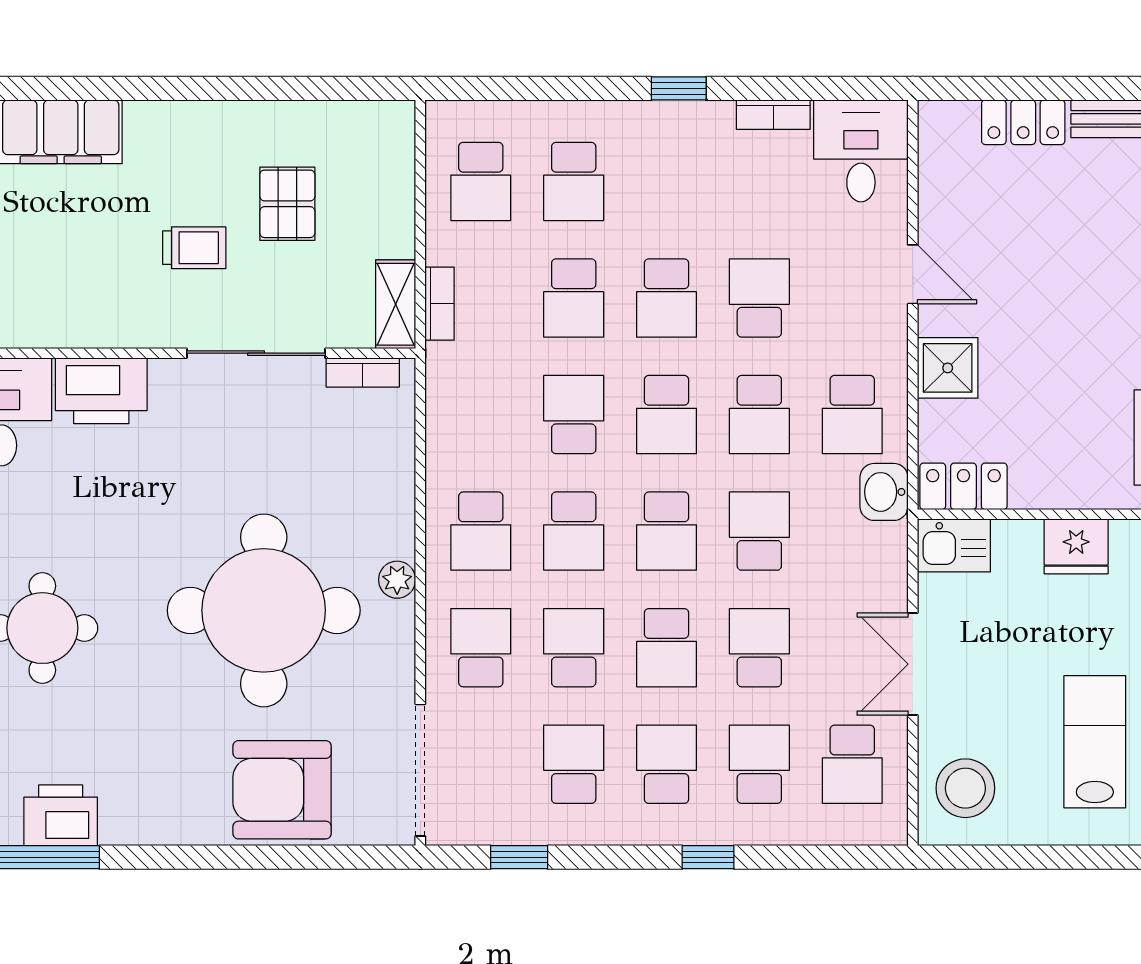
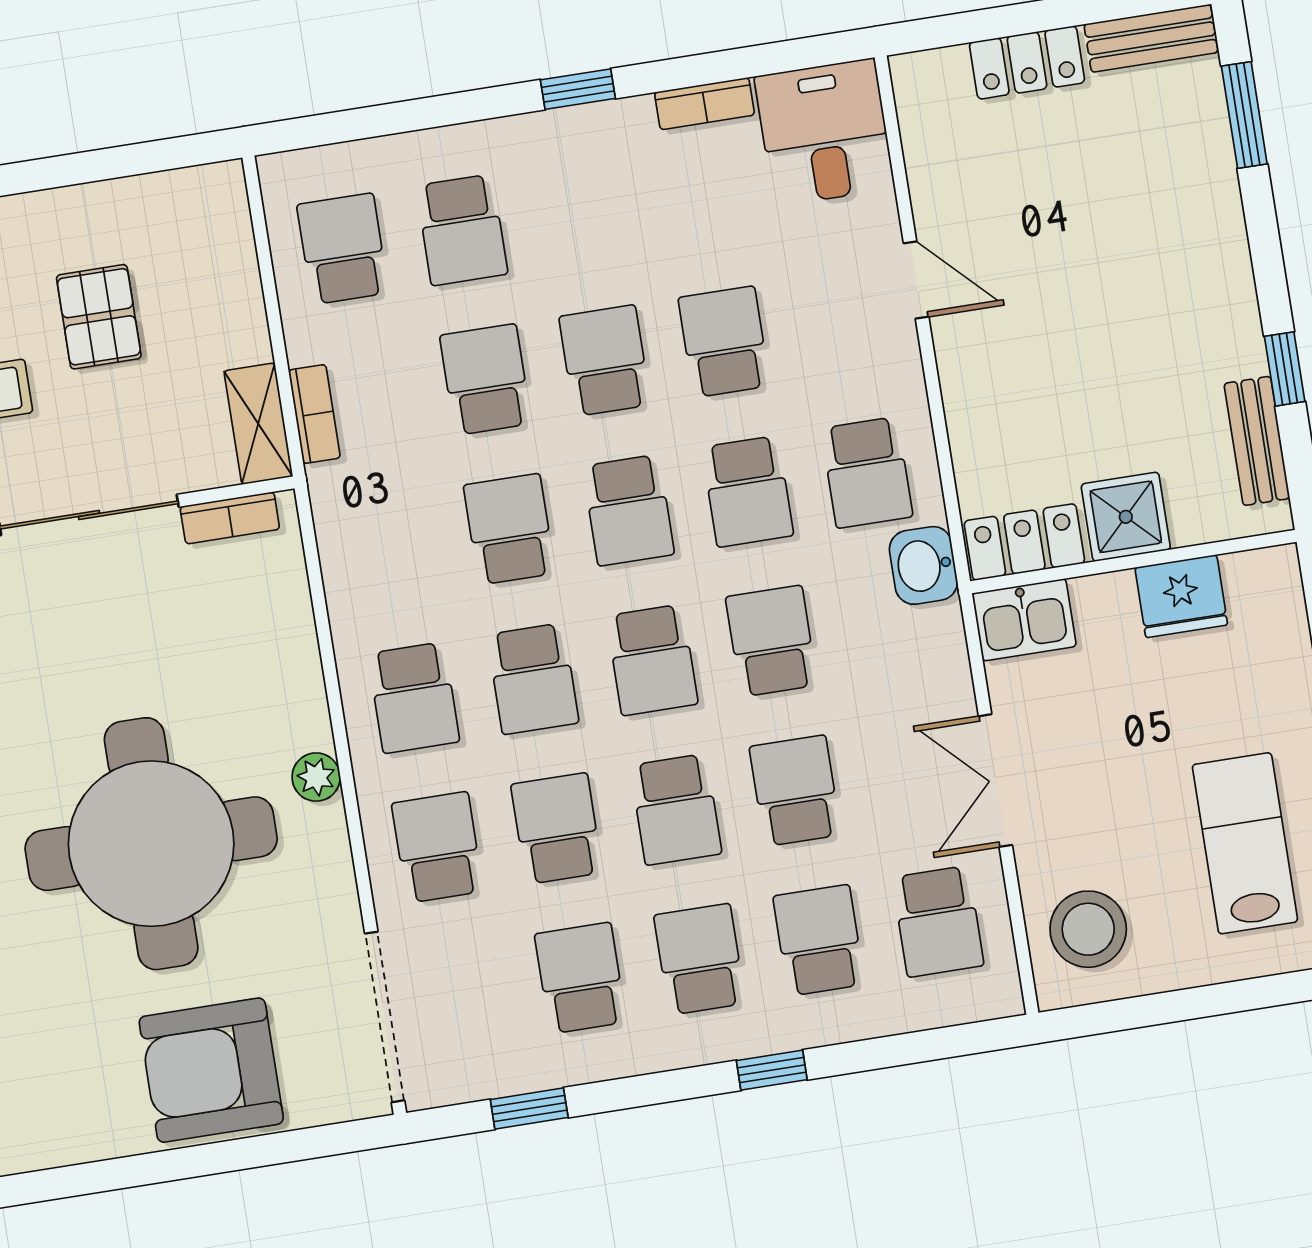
school desk: (481, 181) -> (343, 249), turned 180
school desk: (574, 298) -> (486, 380), turned 180
school desk: (666, 298) -> (605, 361), turned 180
shower: (948, 368) -> (1126, 517), moved

